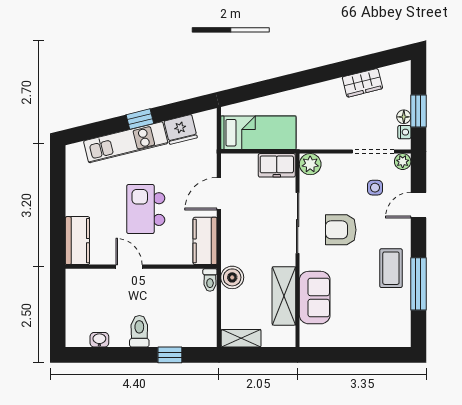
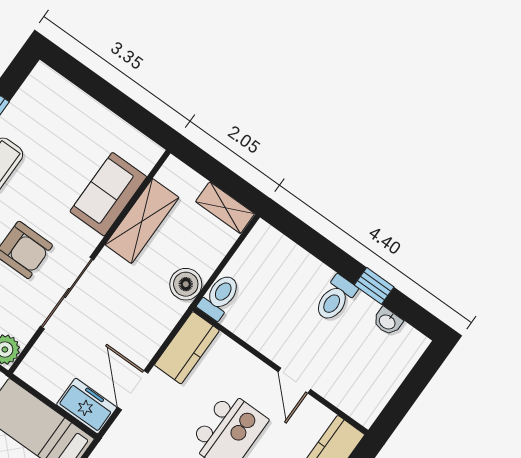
freezer: (277, 165) -> (87, 406), moved
door: (219, 194) -> (133, 390), swing flipped
toilet: (210, 280) -> (220, 297), width x1.37, depth x1.39
window: (170, 355) -> (374, 286), moved

